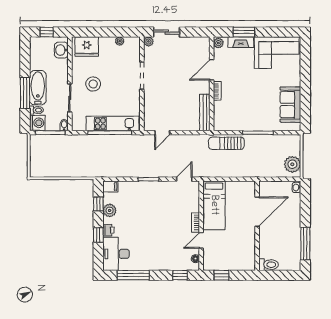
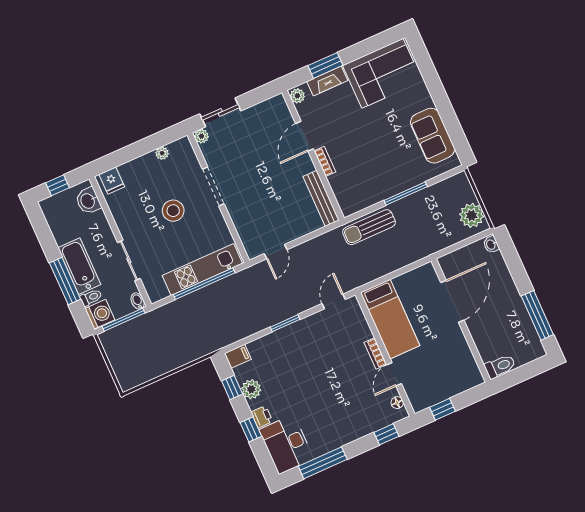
fridge: (87, 47) -> (112, 181), width x0.53, depth x0.75
stool: (93, 84) -> (173, 211), moved

